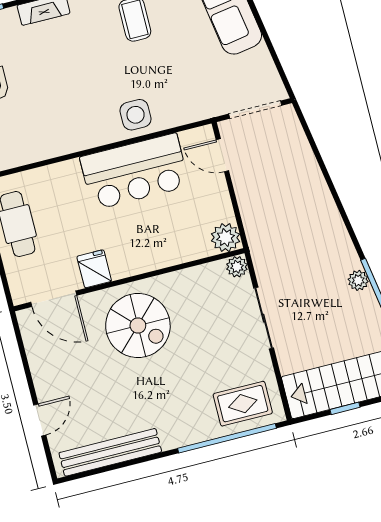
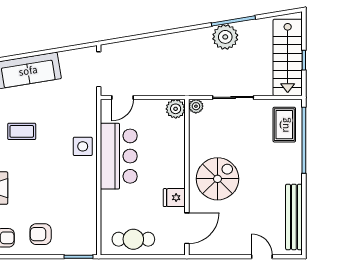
plant: (358, 280) -> (225, 37), width x1.87, depth x1.87

